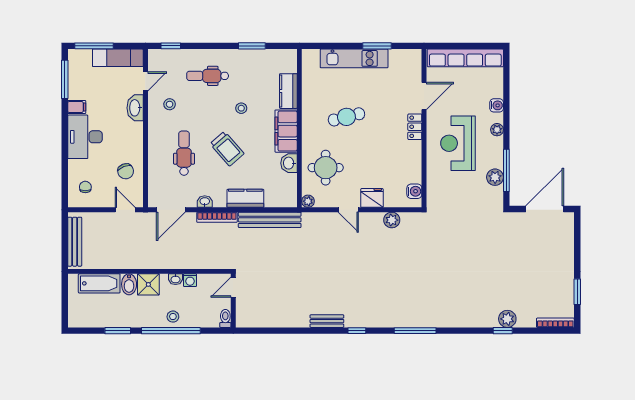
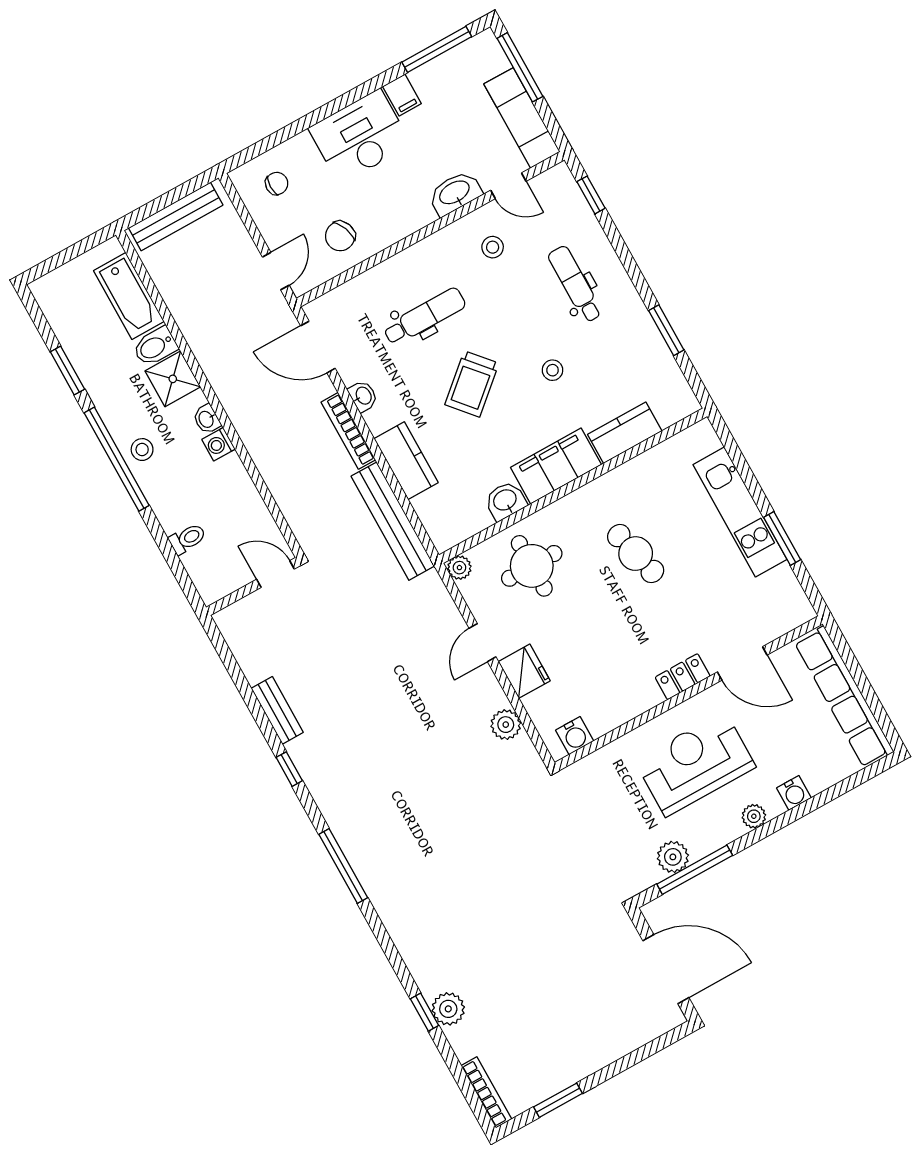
door: (233, 287) -> (275, 574), moved
wall: (233, 301) -> (253, 586), moved

